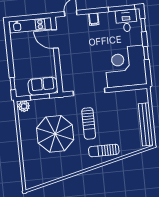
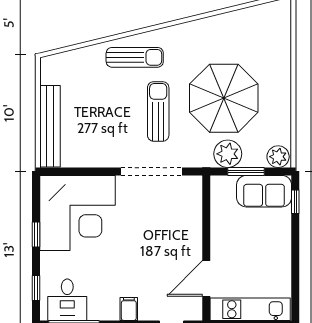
door: (55, 39) -> (206, 278), swing flipped
sofa: (43, 86) -> (264, 191), moved
plant: (50, 105) -> (228, 154), added
bench: (146, 124) -> (50, 126), moved

